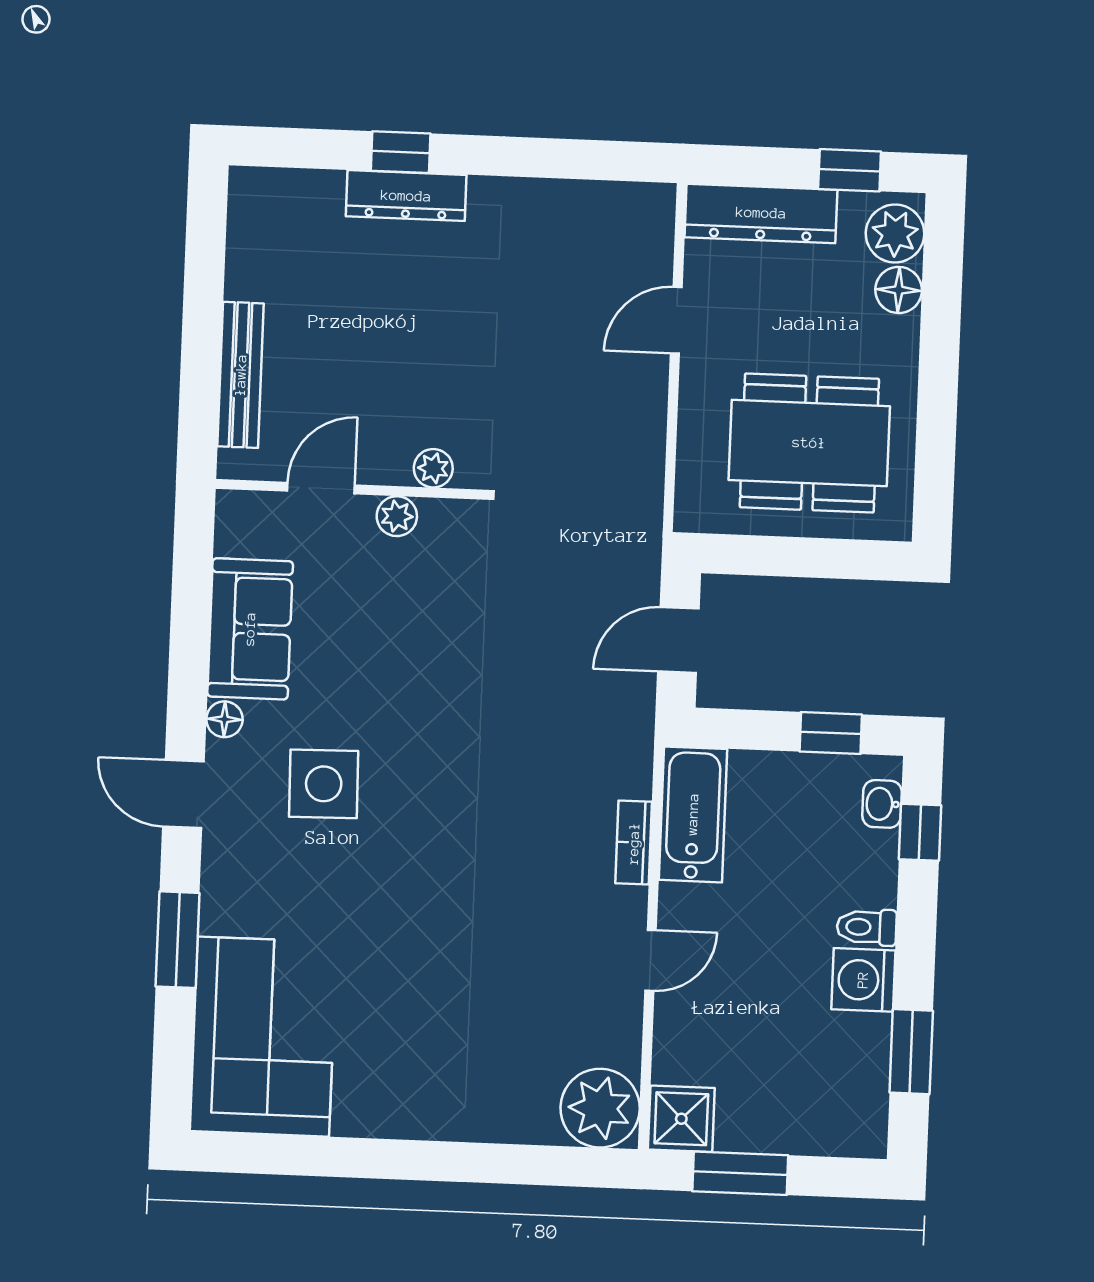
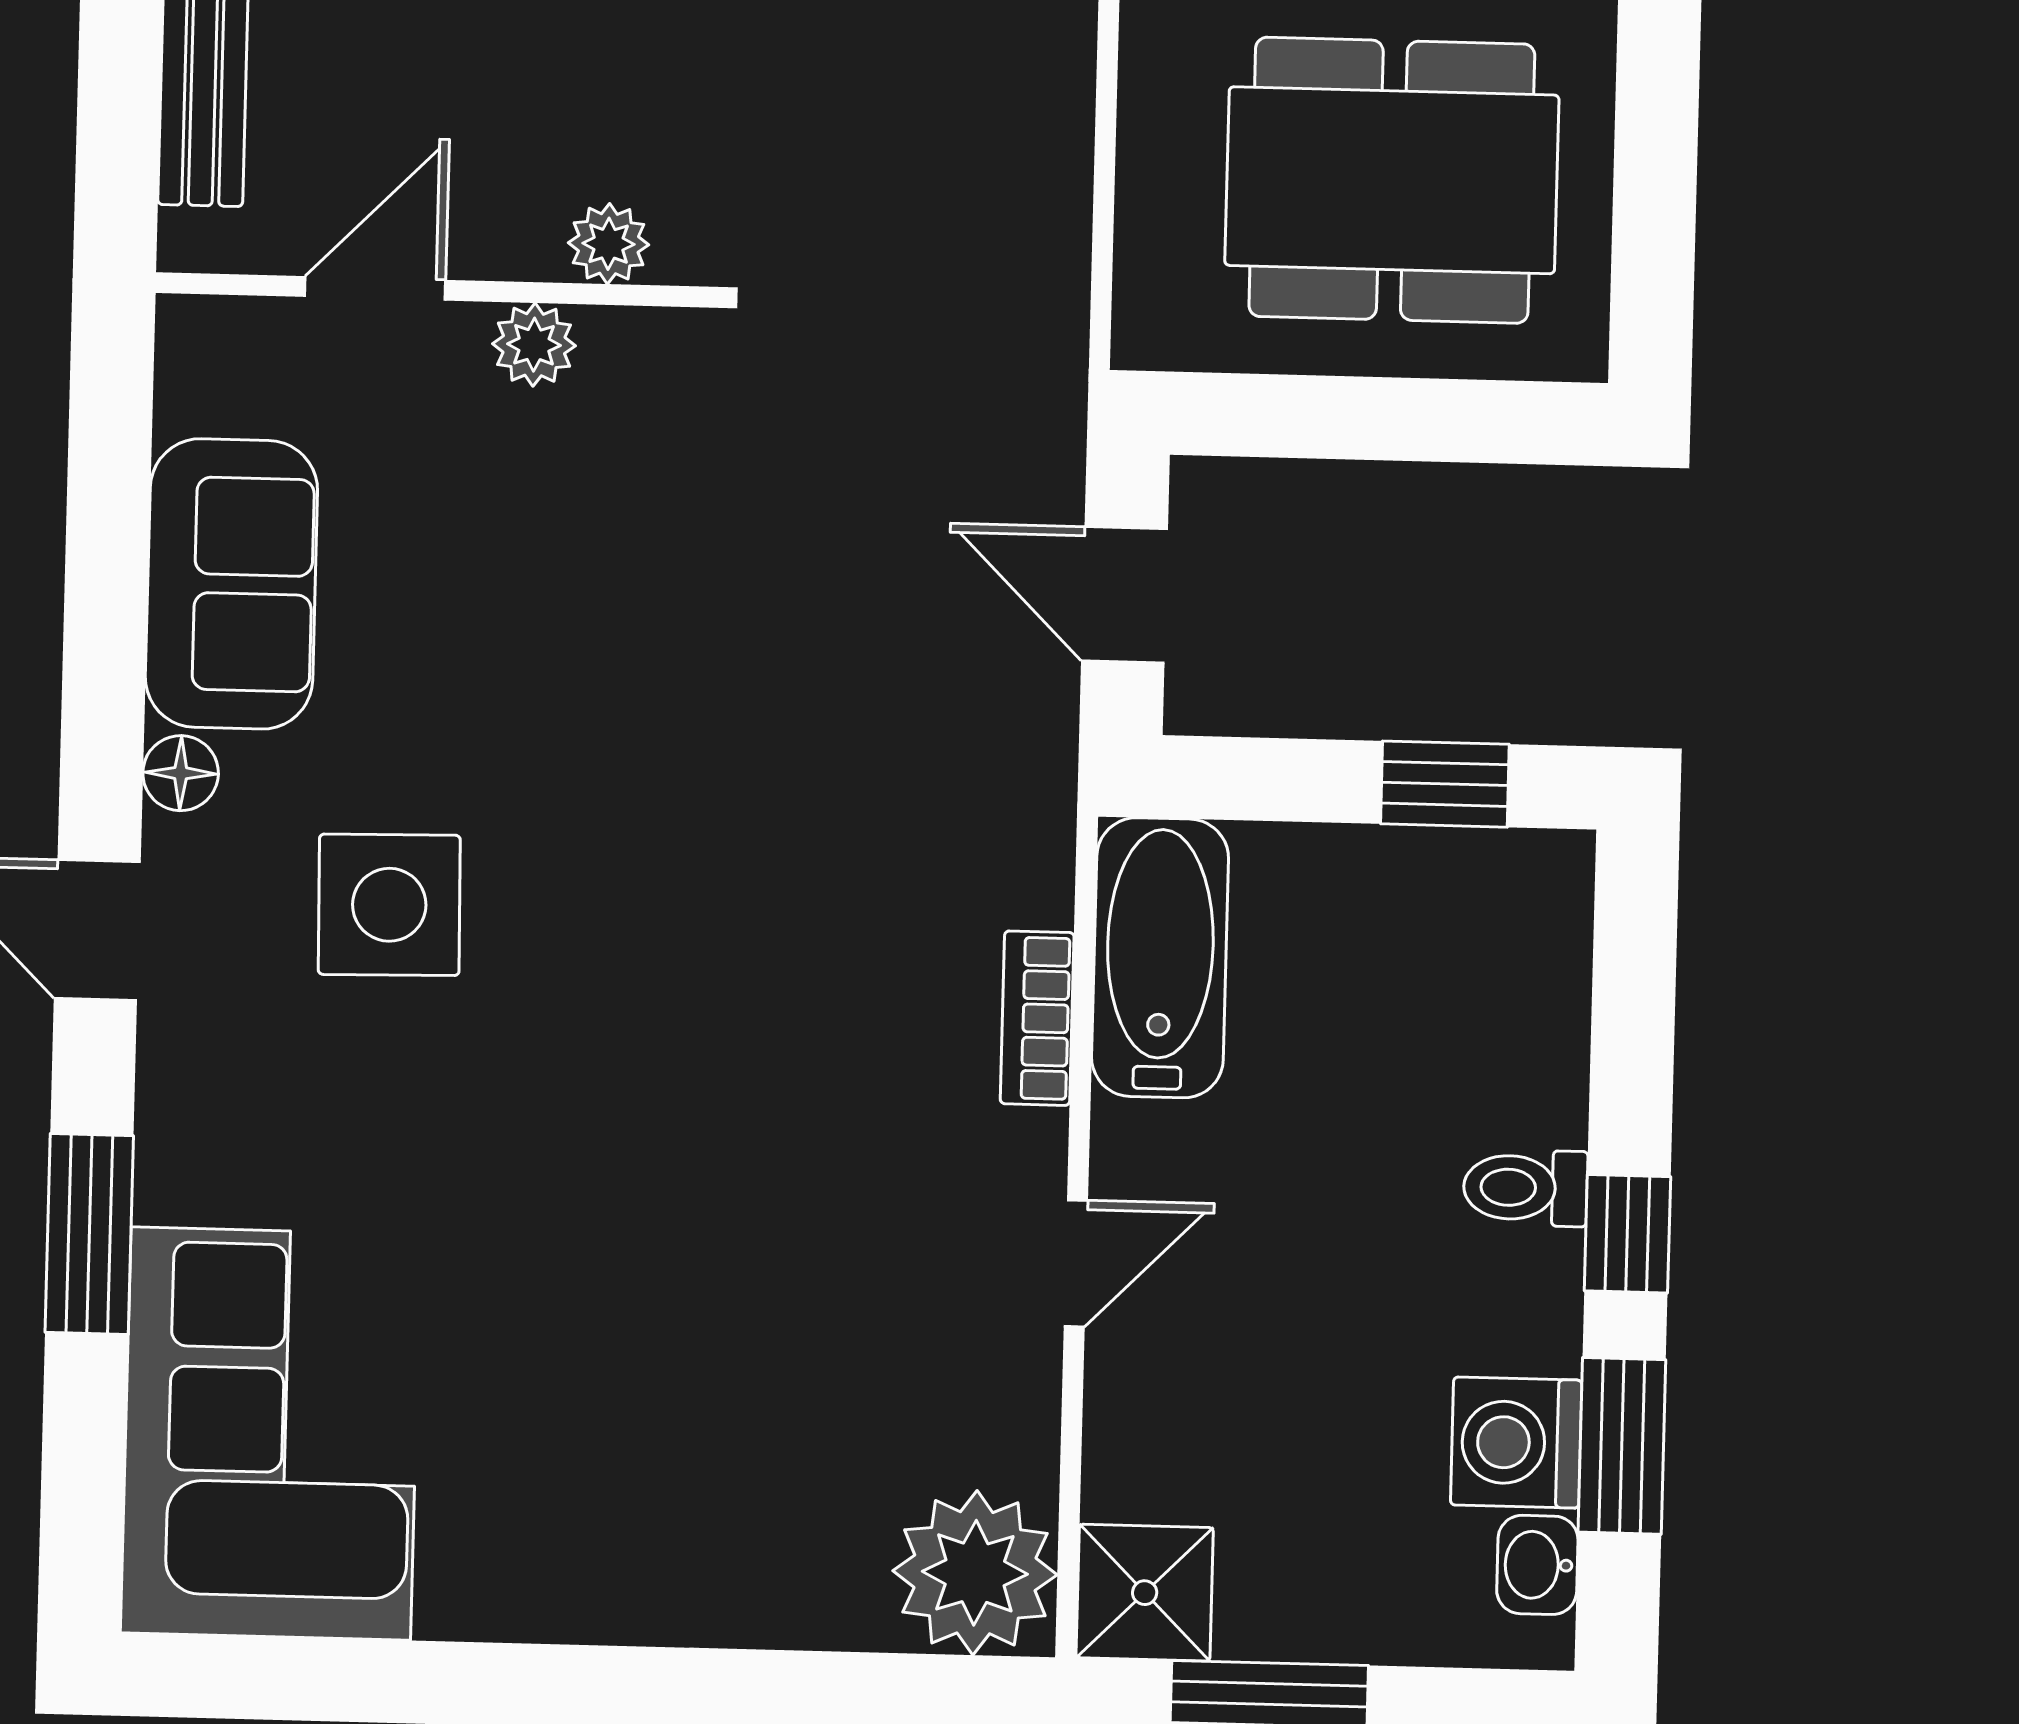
door: (678, 640) -> (1125, 595), hinge flipped
washbasin: (882, 804) -> (1537, 1565), moved
window: (920, 832) -> (1627, 1234), moved
washing machine: (863, 980) -> (1516, 1443), moved

